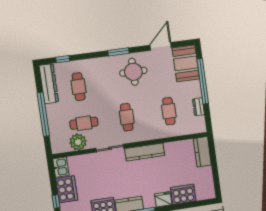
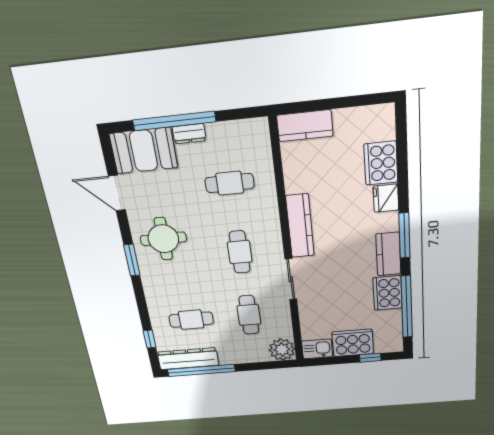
dresser: (198, 107) -> (189, 134), moved
window: (43, 114) -> (201, 370), moved
cafe table: (127, 117) -> (240, 252), turned 90
plant: (78, 142) -> (282, 349), moved

